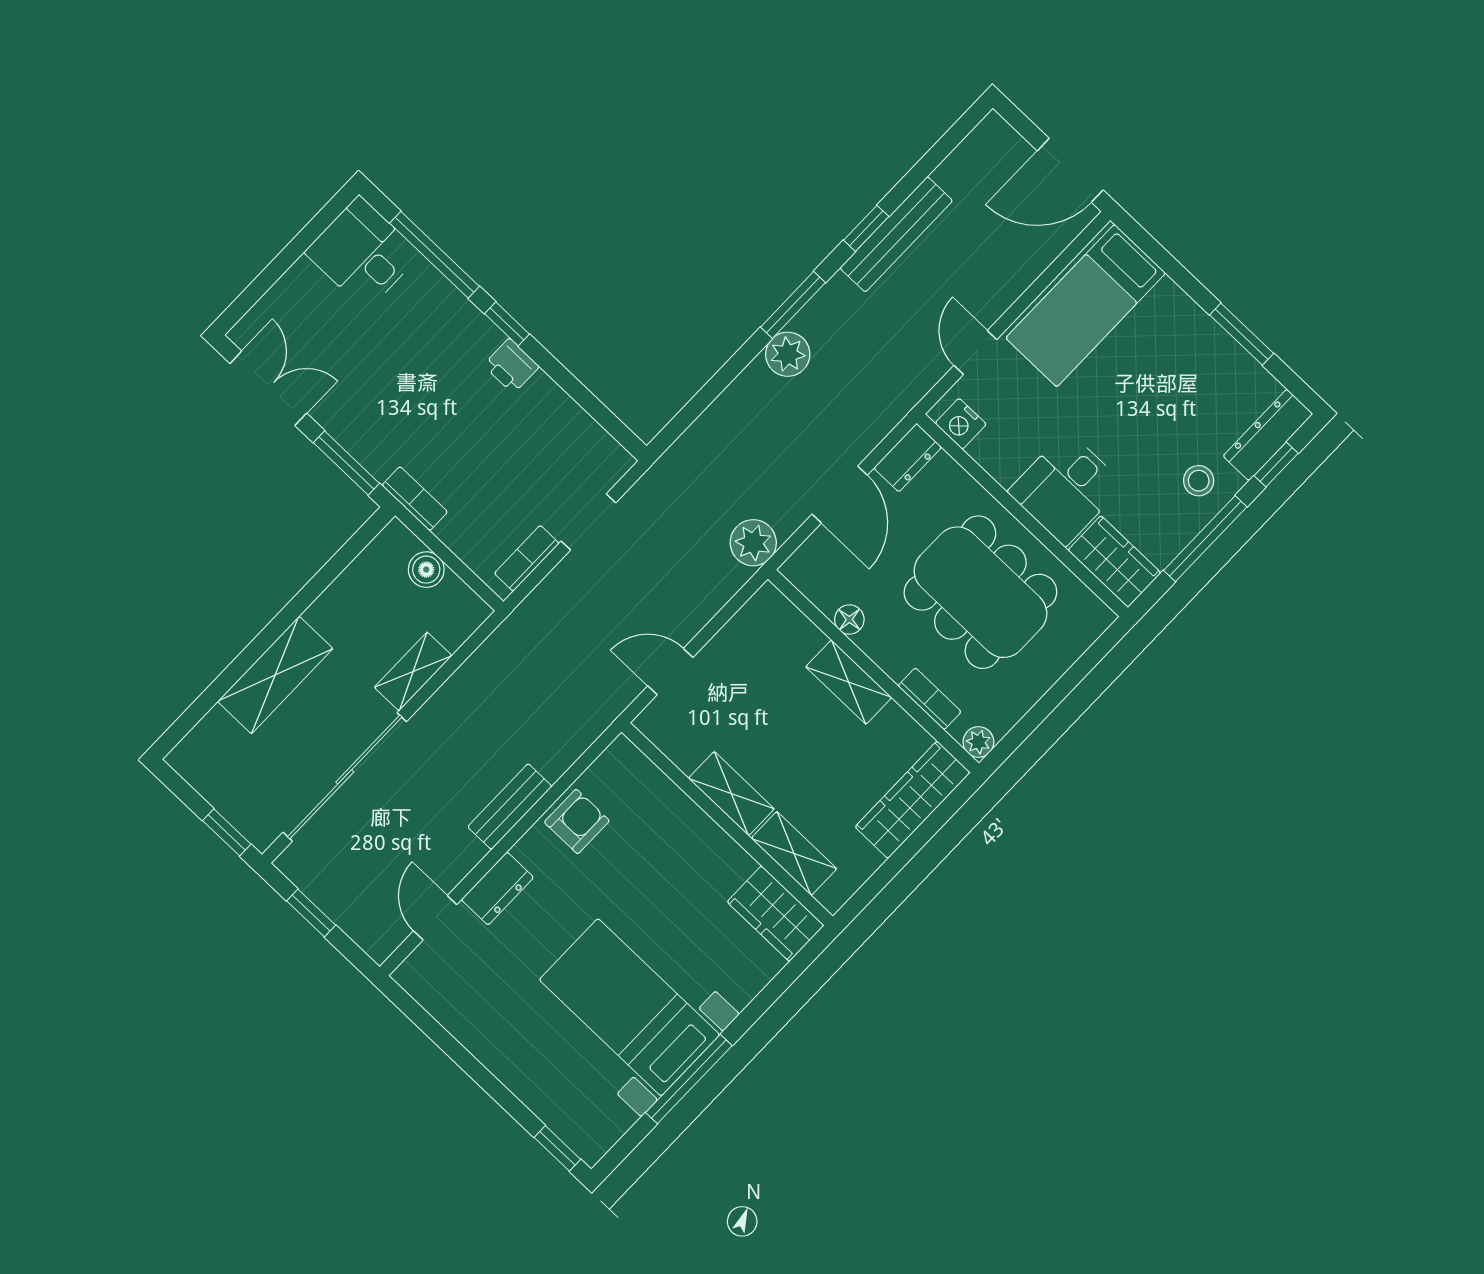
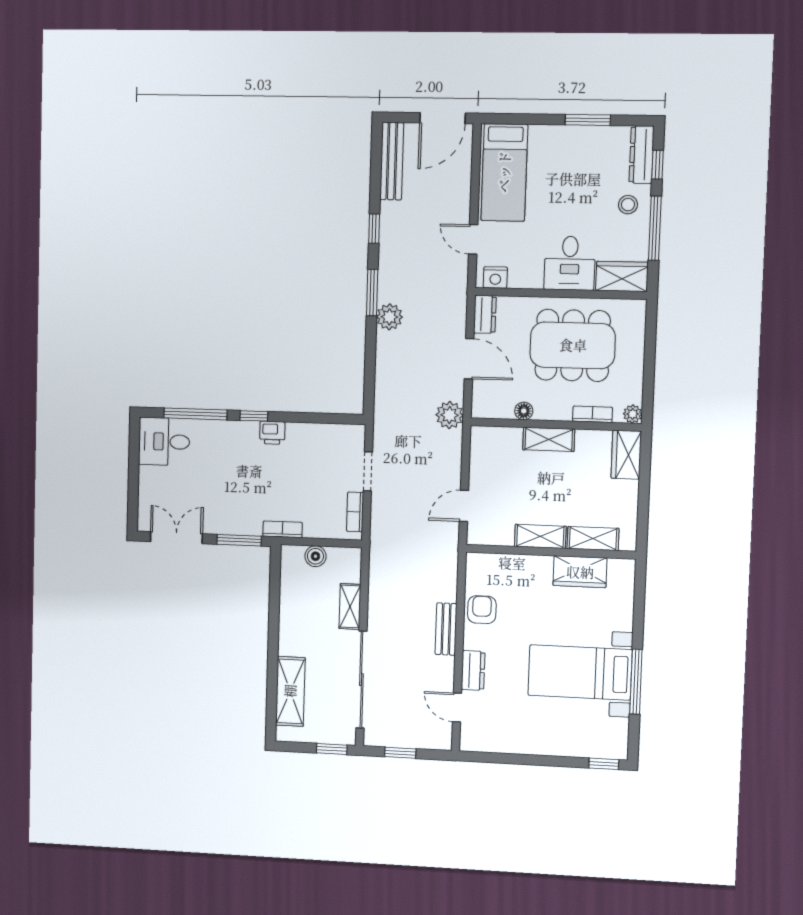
bench: (896, 234) -> (392, 161), moved
shelving: (275, 675) -> (290, 691), moved
wardrobe: (913, 800) -> (626, 455), width x0.67
wardrobe: (776, 914) -> (580, 572), moved

